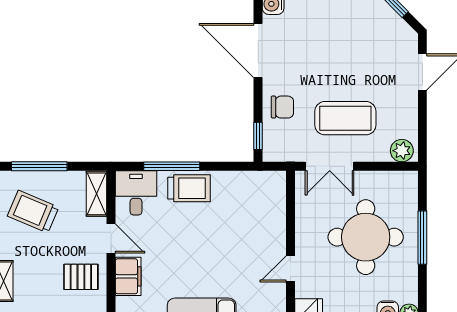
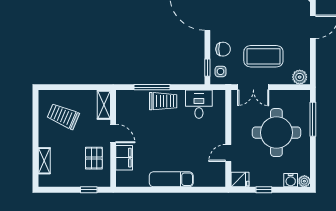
side table: (278, 142) -> (221, 71), added
window: (39, 166) -> (67, 87), removed
desk: (136, 193) -> (199, 104), moved
window: (422, 238) -> (313, 119), moved
pallet: (81, 277) -> (94, 158), turned 90

